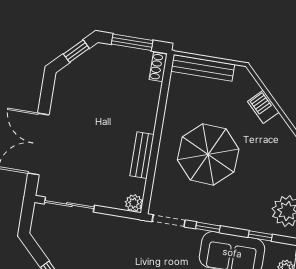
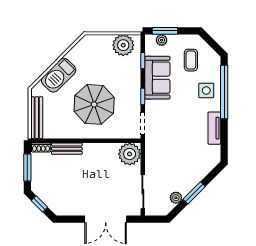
barbecue: (263, 107) -> (59, 75), width x1.88, depth x1.53
bench: (142, 155) -> (67, 149), moved
plant: (134, 203) -> (130, 154), width x1.88, depth x1.88
plant: (53, 251) -> (176, 198), added

